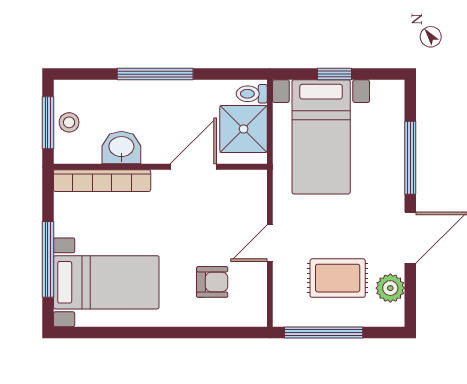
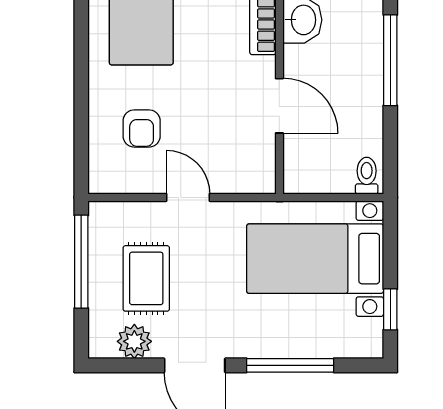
window: (335, 74) -> (390, 309), moved
shower: (244, 129) -> (325, 166), removed

